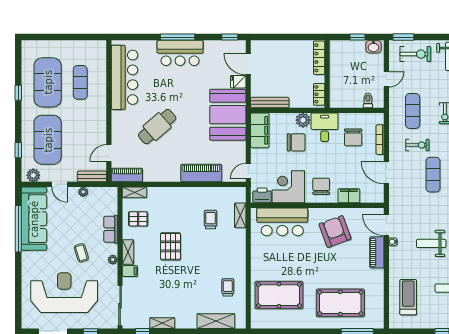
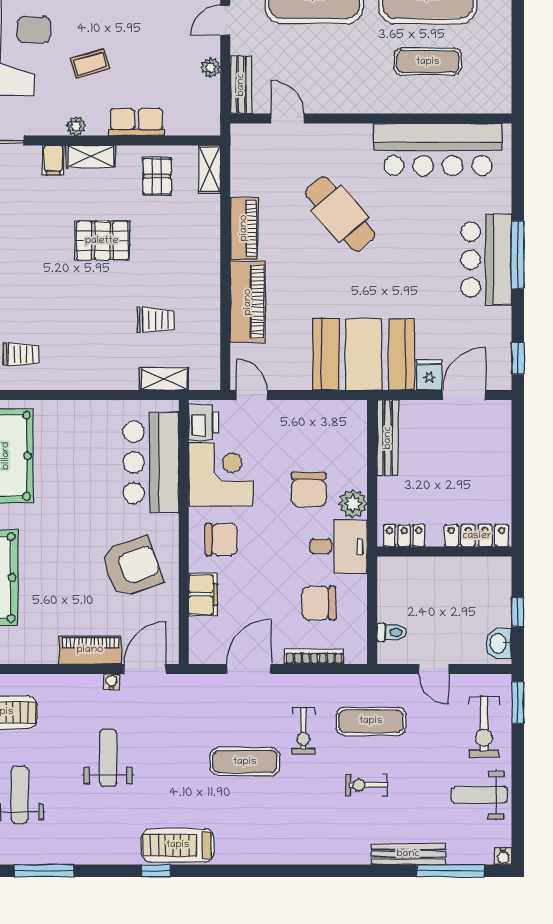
filing cabinet: (260, 130) -> (333, 418), removed
piano: (127, 175) -> (244, 228), moved

